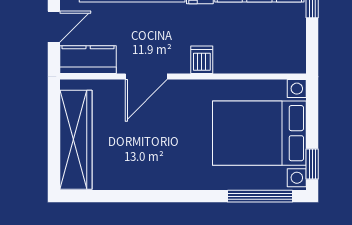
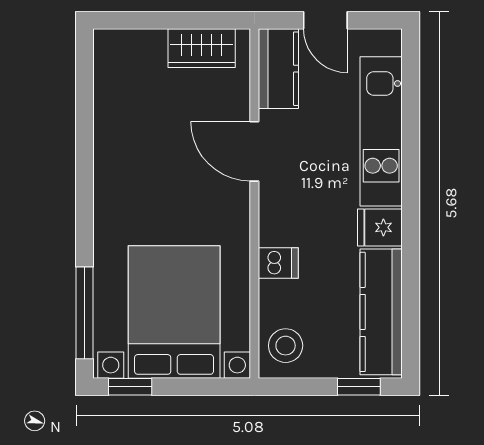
stool: (283, 55) -> (286, 346), added
dishwasher: (202, 60) -> (278, 263), moved
wardrobe: (76, 140) -> (202, 48), width x0.48, depth x0.85

